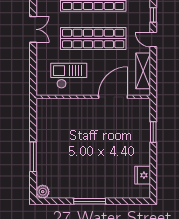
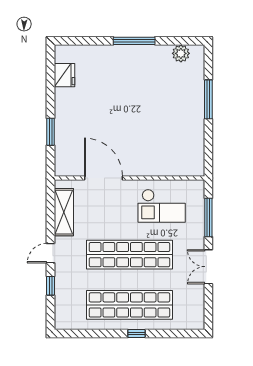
door: (153, 40) -> (51, 253), swing flipped
window: (33, 67) -> (208, 218), added
door: (113, 97) -> (103, 178), swing flipped
plant: (43, 192) -> (181, 53), moved

